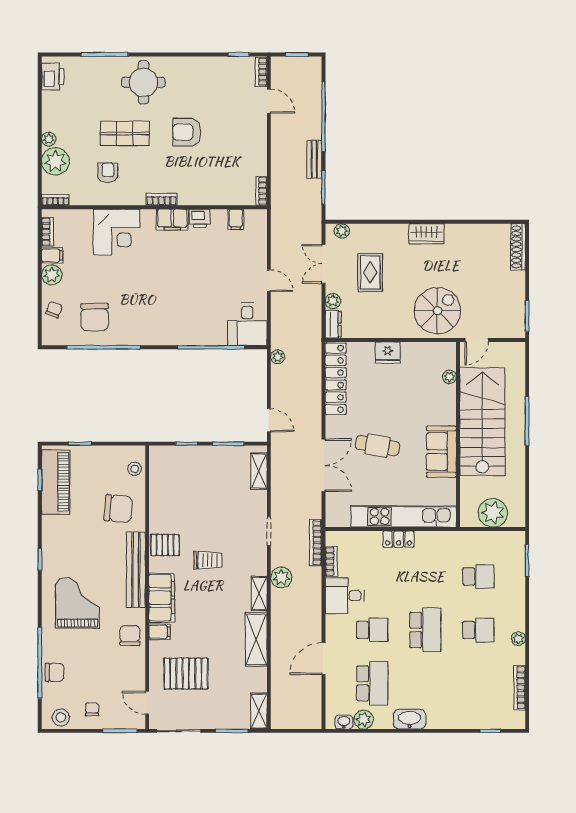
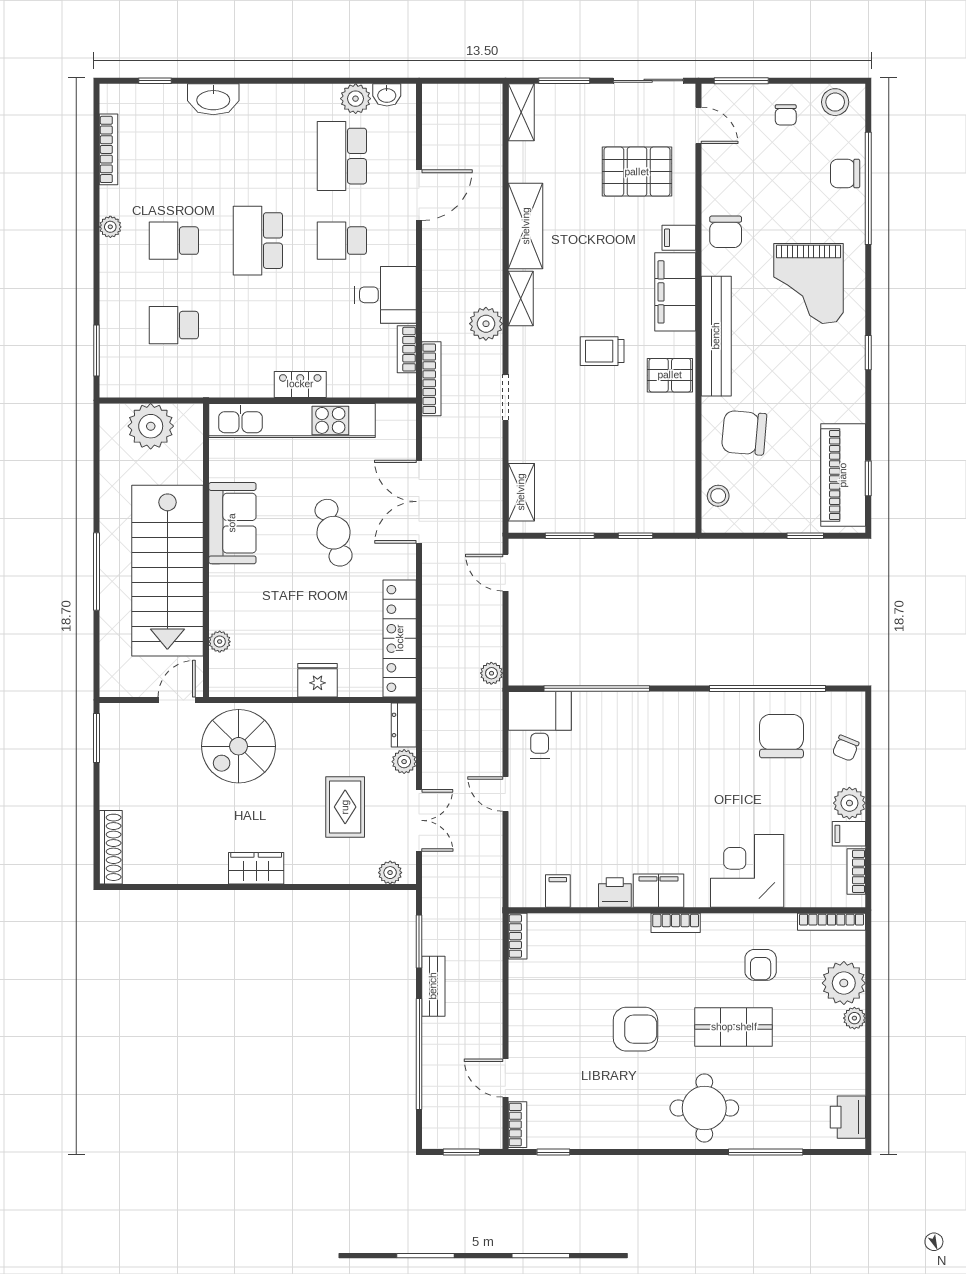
bookcase: (55, 200) -> (831, 922), width x1.56
cafe table: (377, 446) -> (334, 533), turned 63
washbasin: (410, 719) -> (213, 99), moved

